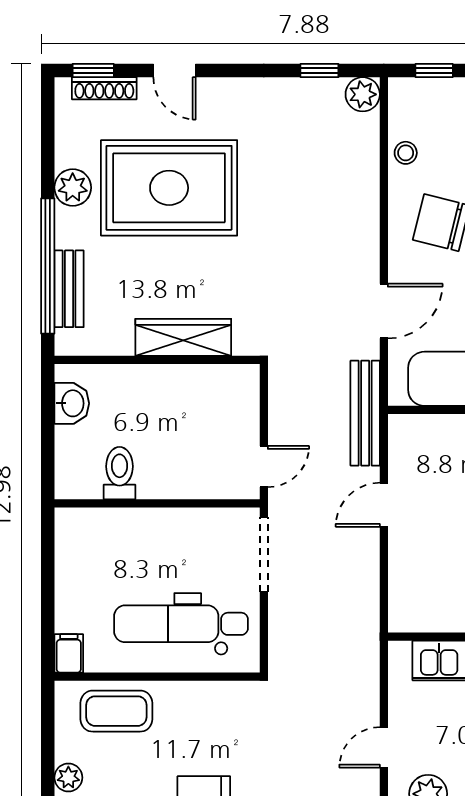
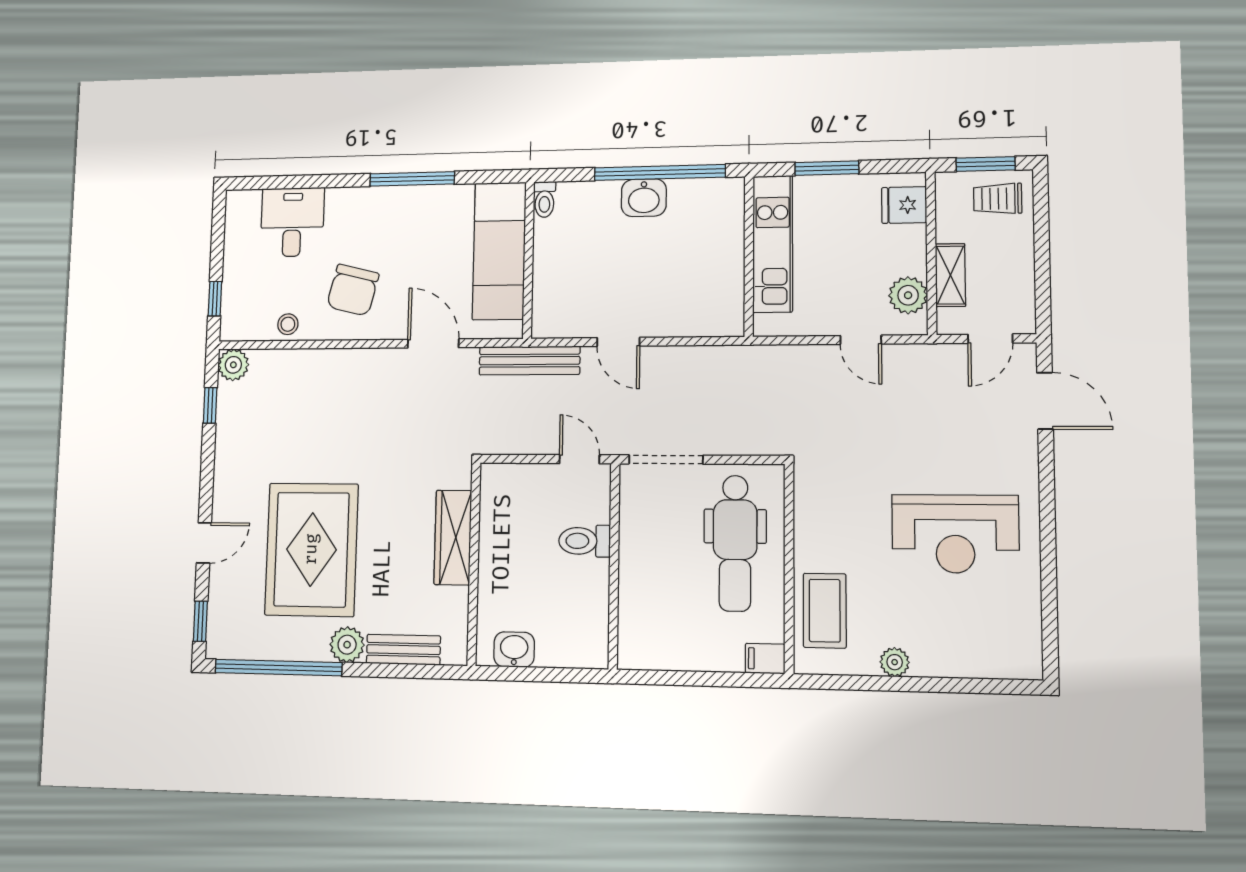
shoe rack: (104, 88) -> (217, 611), removed
plant: (73, 188) -> (347, 645), moved
window: (48, 266) -> (278, 668), moved
toilet: (120, 473) -> (585, 541), moved

